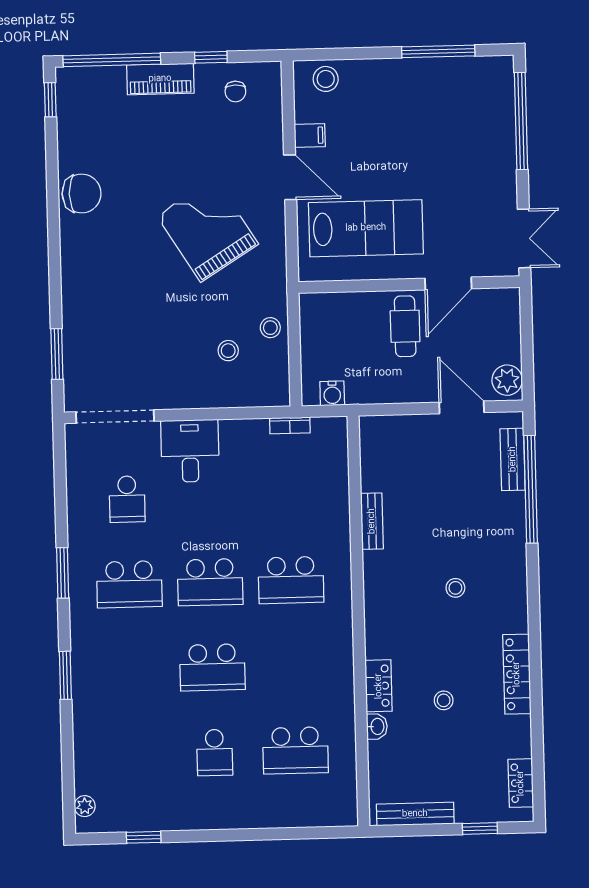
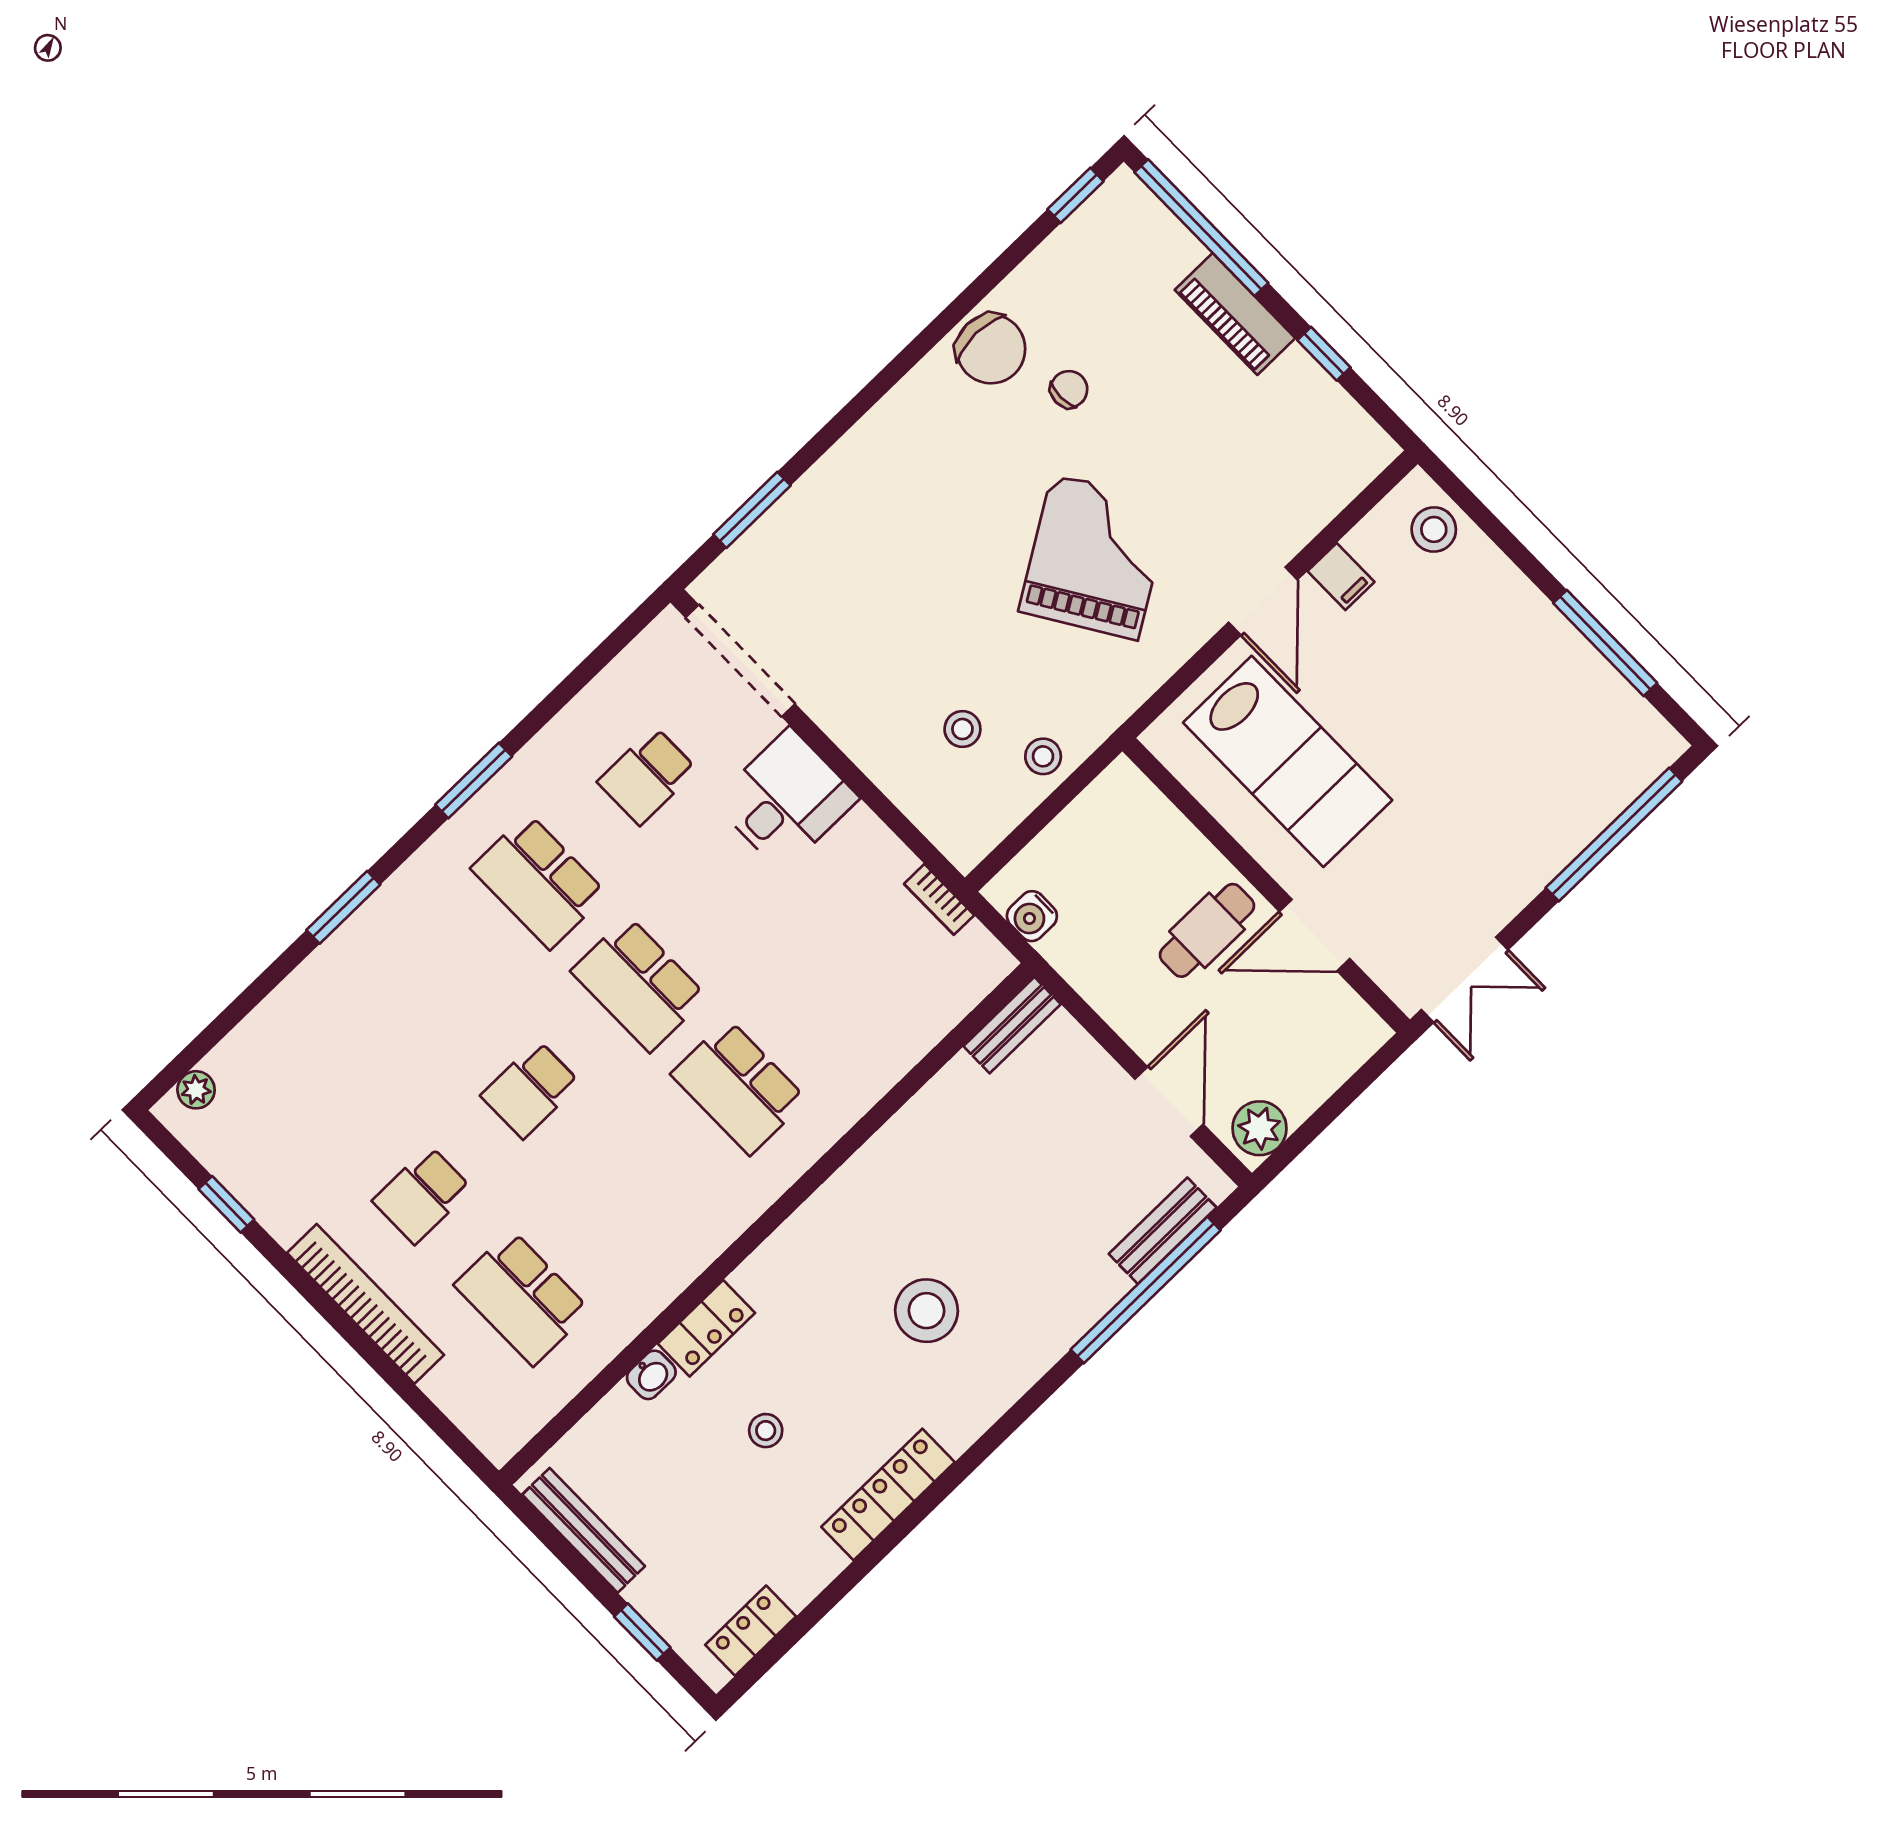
chair: (235, 91) -> (1069, 389), moved, turned 180
bench: (372, 521) -> (1012, 1025), moved
stool: (455, 588) -> (926, 1311), width x1.89, depth x1.89
school desk: (212, 667) -> (531, 1089), width x0.54
bookcase: (238, 818) -> (366, 1304), added

